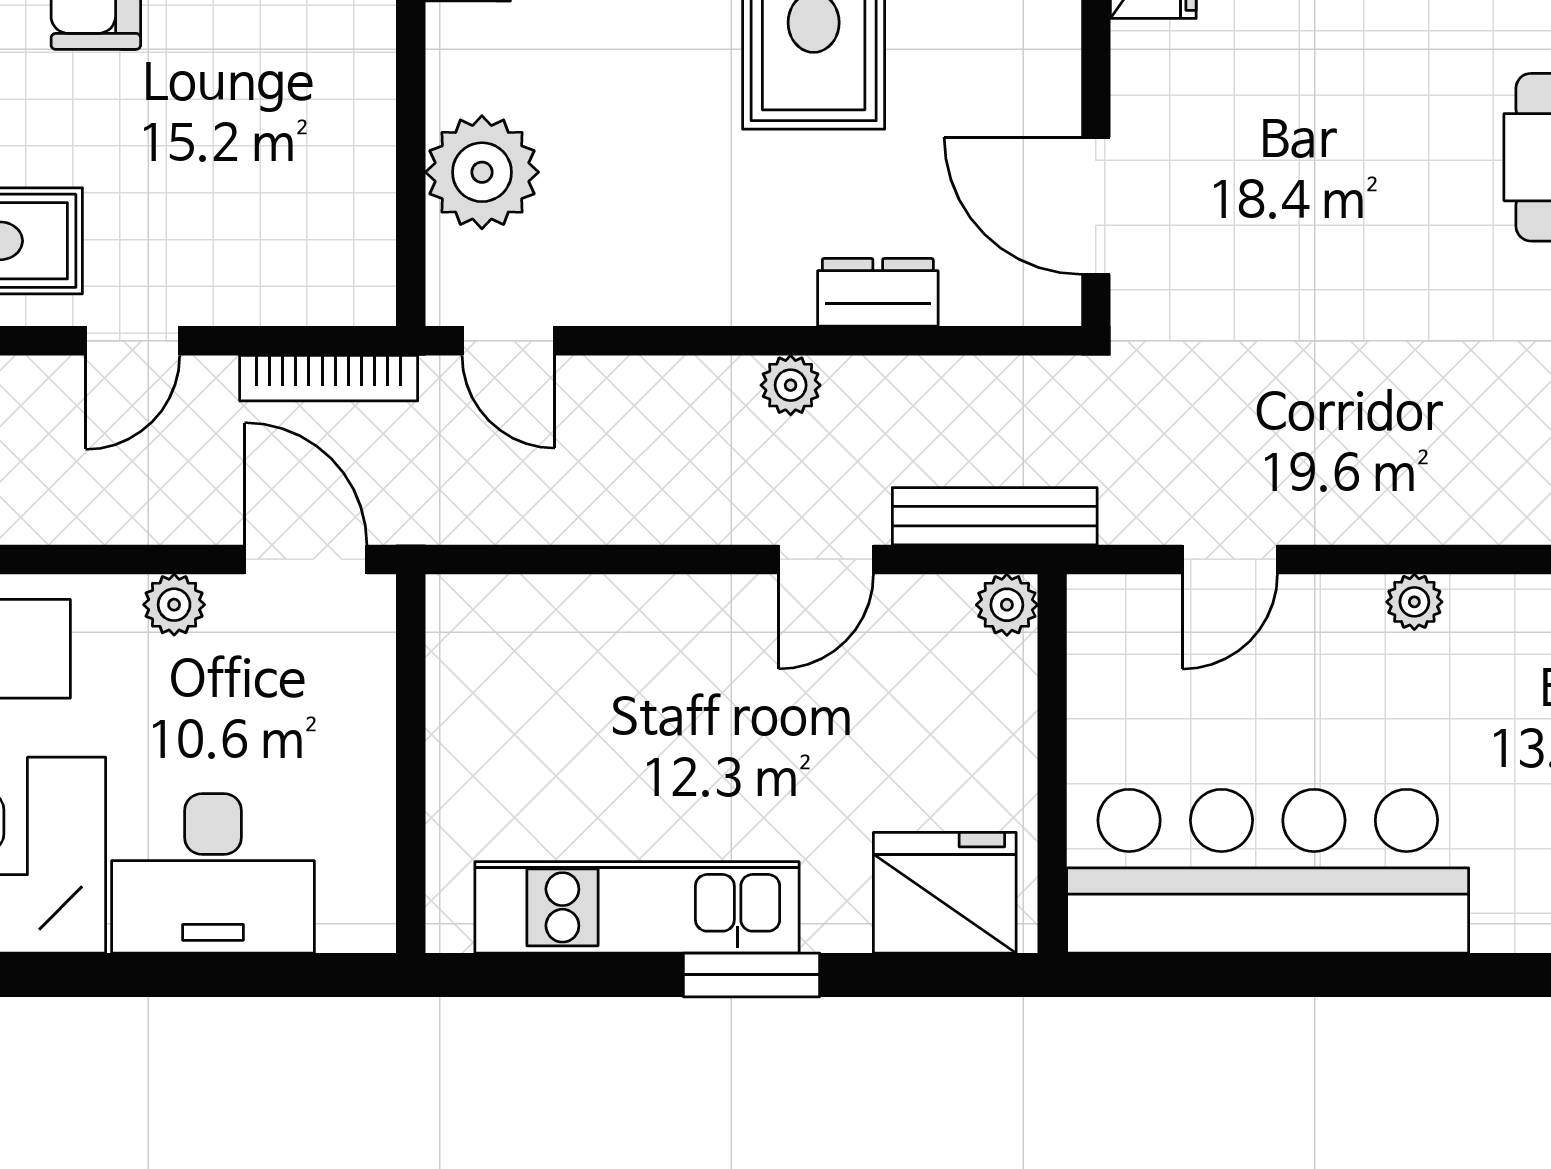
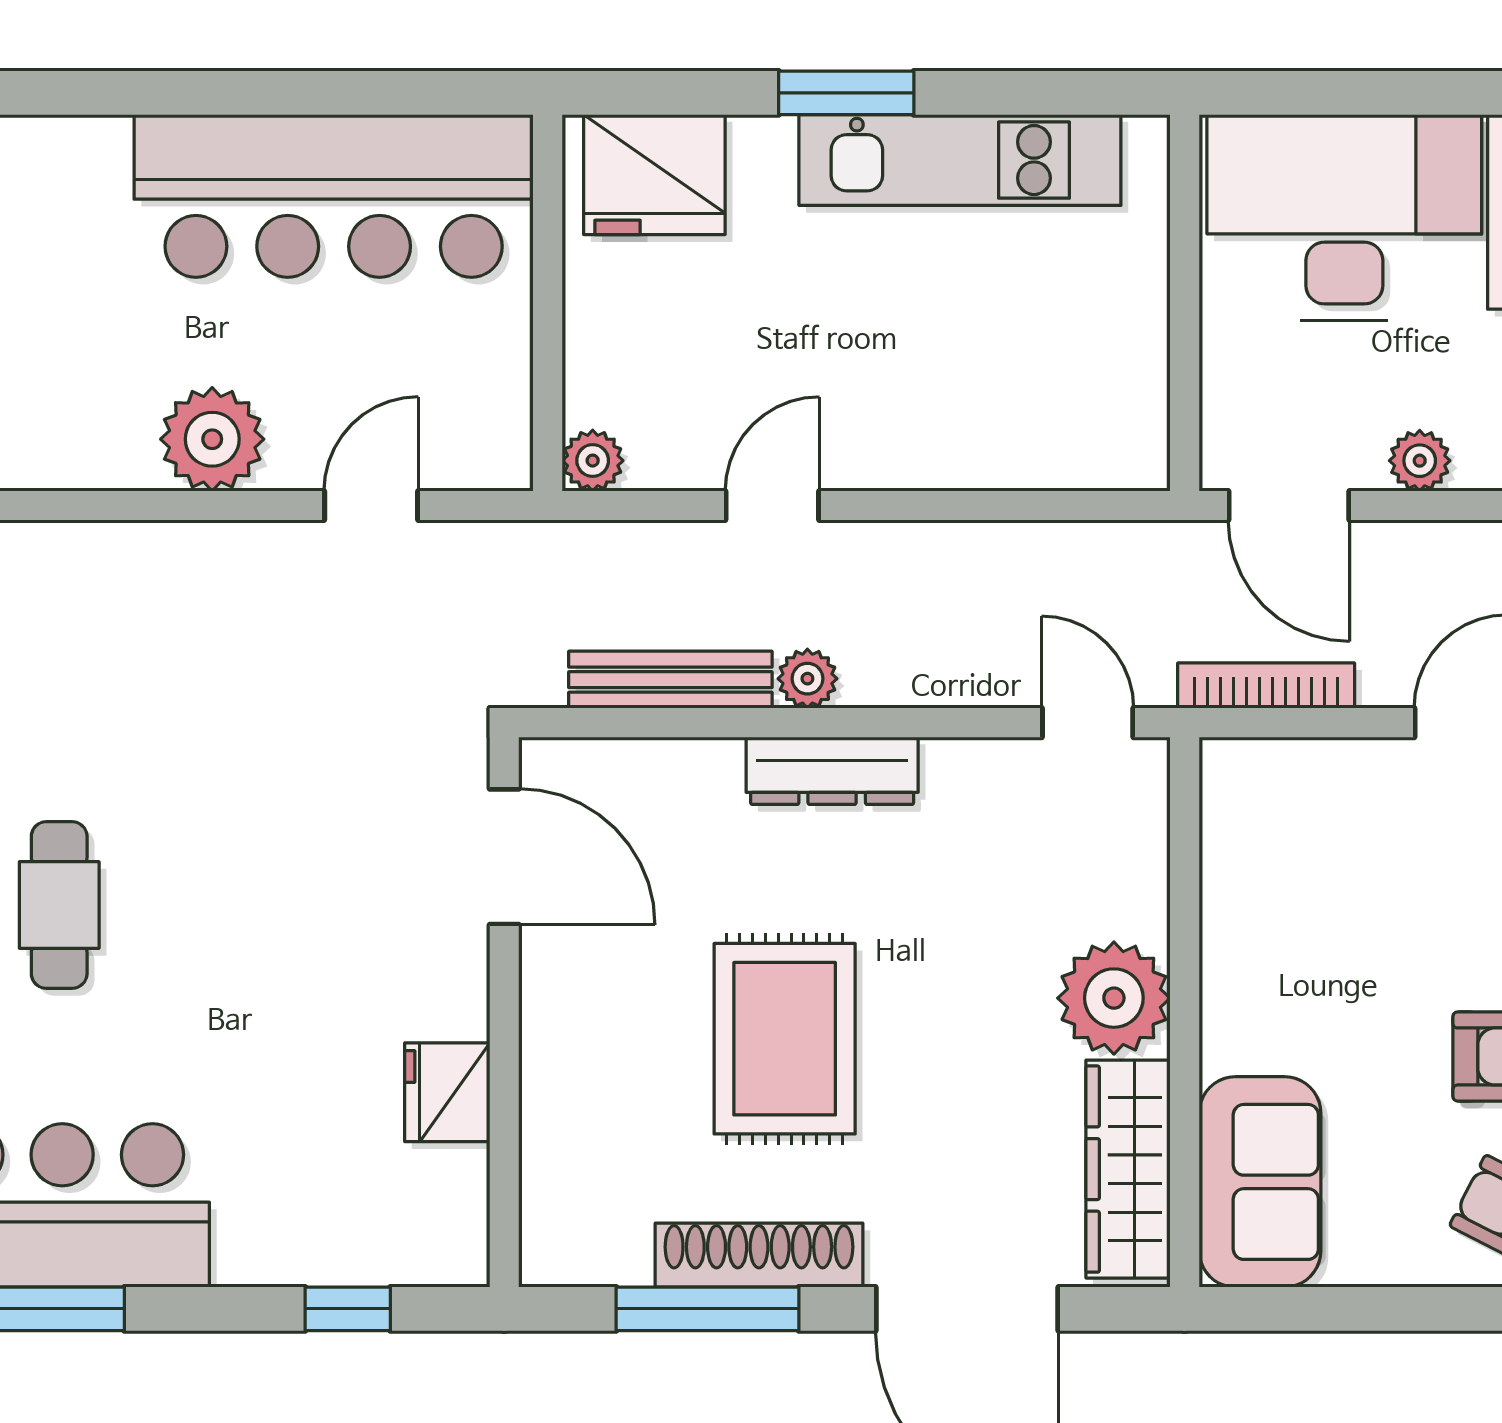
plant: (482, 172) -> (1114, 998), moved
dresser: (878, 292) -> (832, 771), moved, width x1.44
bench: (995, 516) -> (670, 680), moved
plant: (1414, 602) -> (212, 439), width x1.87, depth x1.87
desk: (213, 873) -> (1344, 218), width x1.36, depth x1.30

